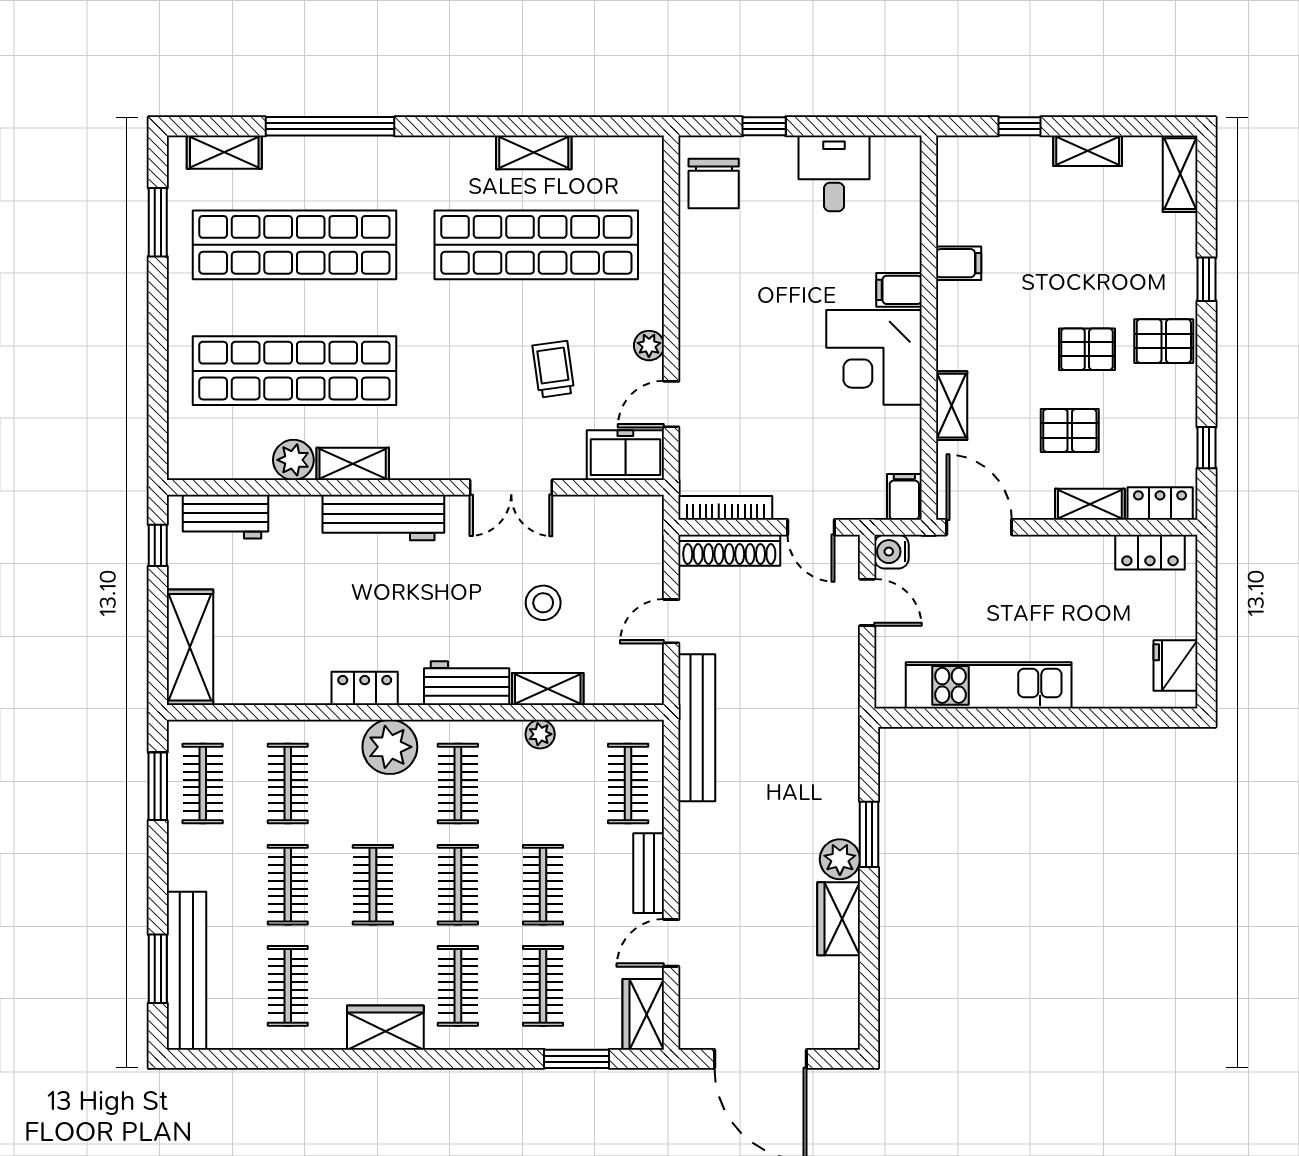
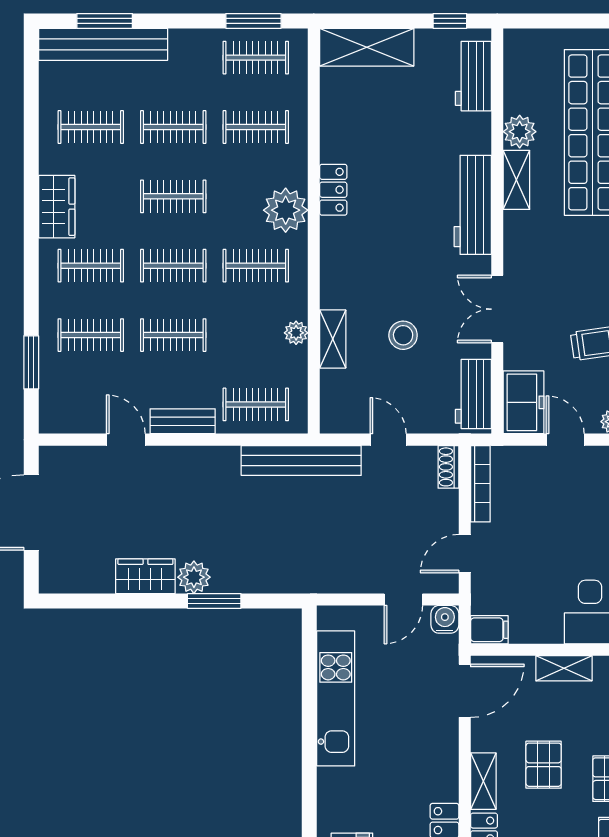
shoe rack: (729, 550) -> (448, 467), width x0.51, depth x0.81
workbench: (467, 683) -> (473, 394), moved, turned 180
wardrobe: (643, 1014) -> (68, 417), removed

